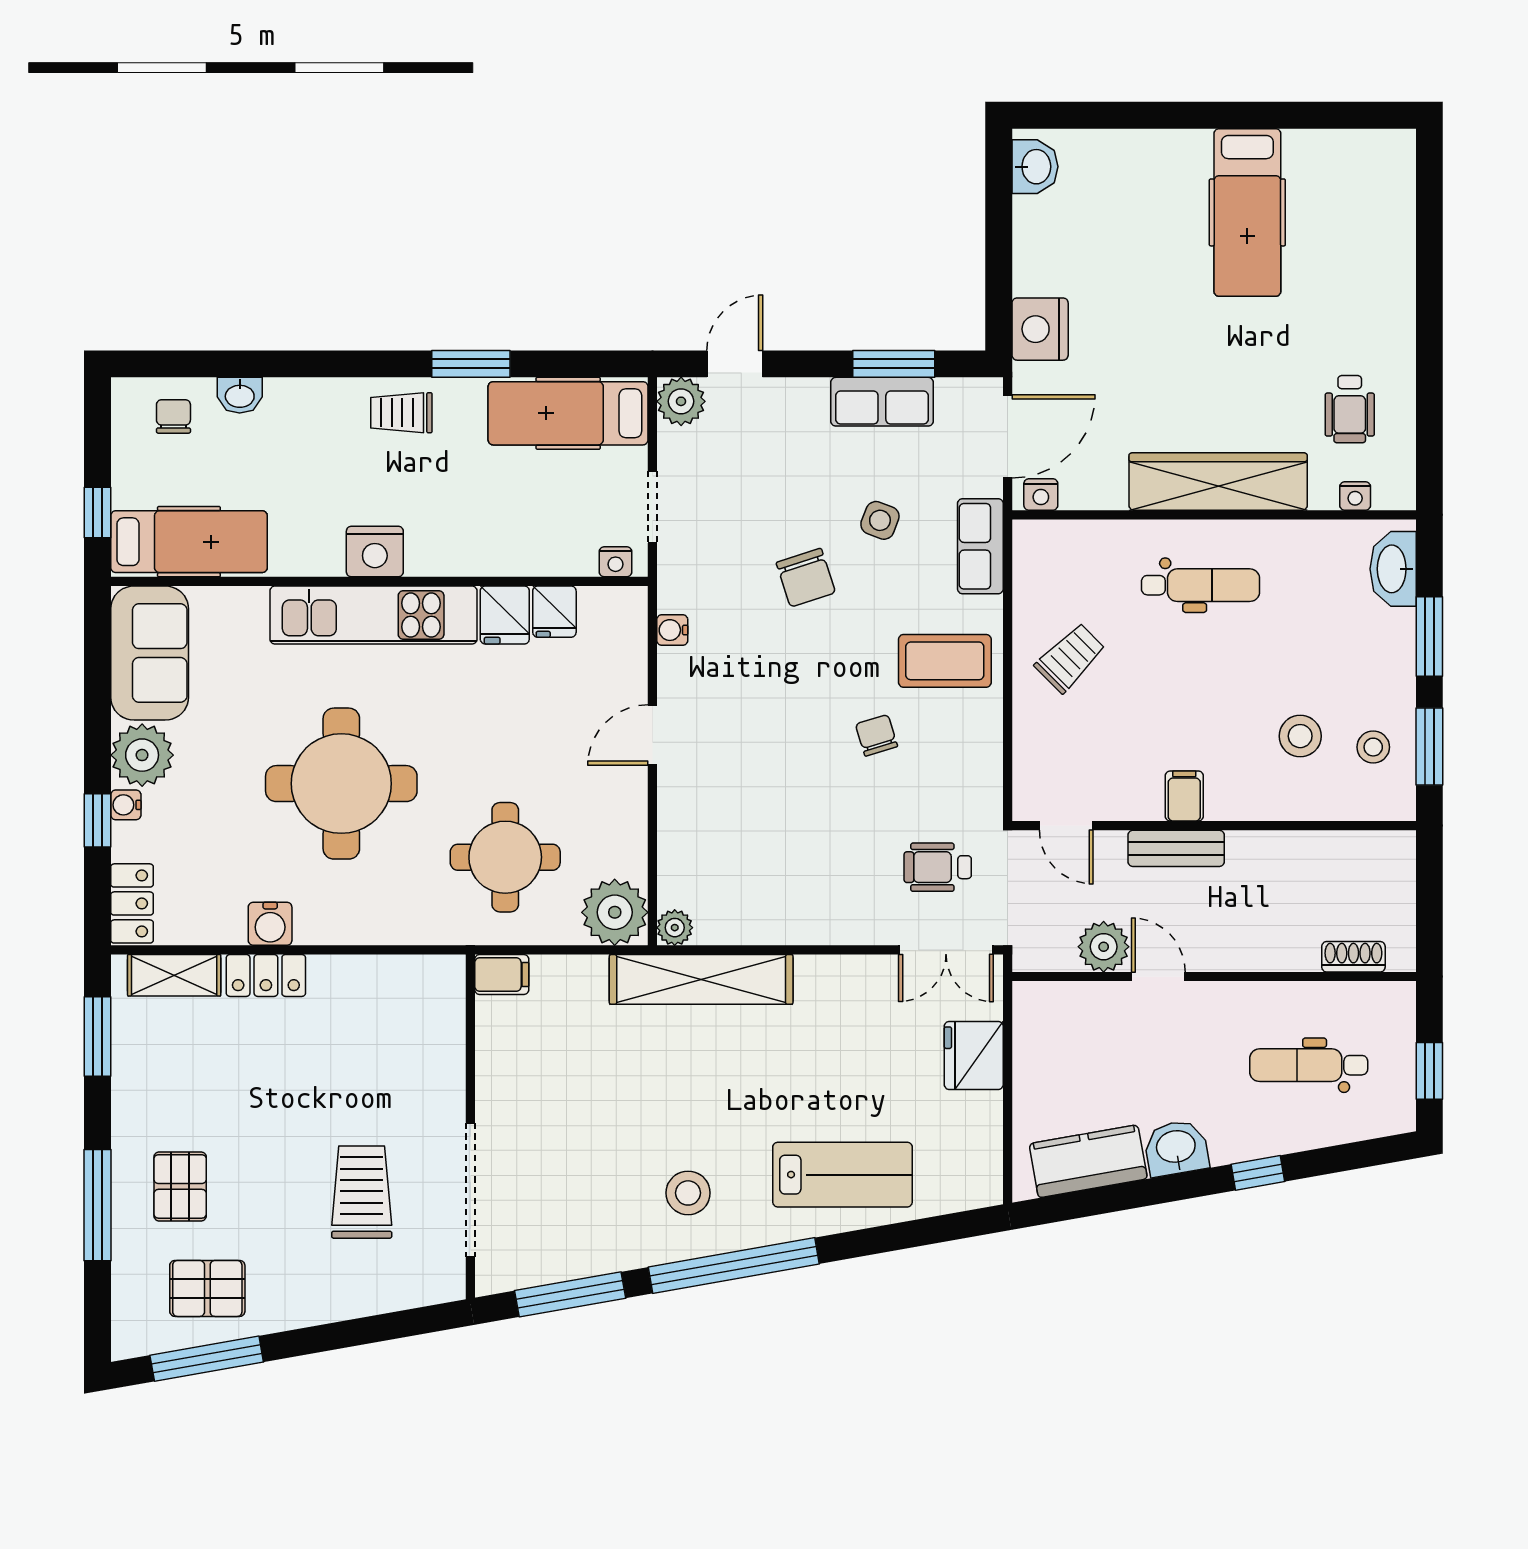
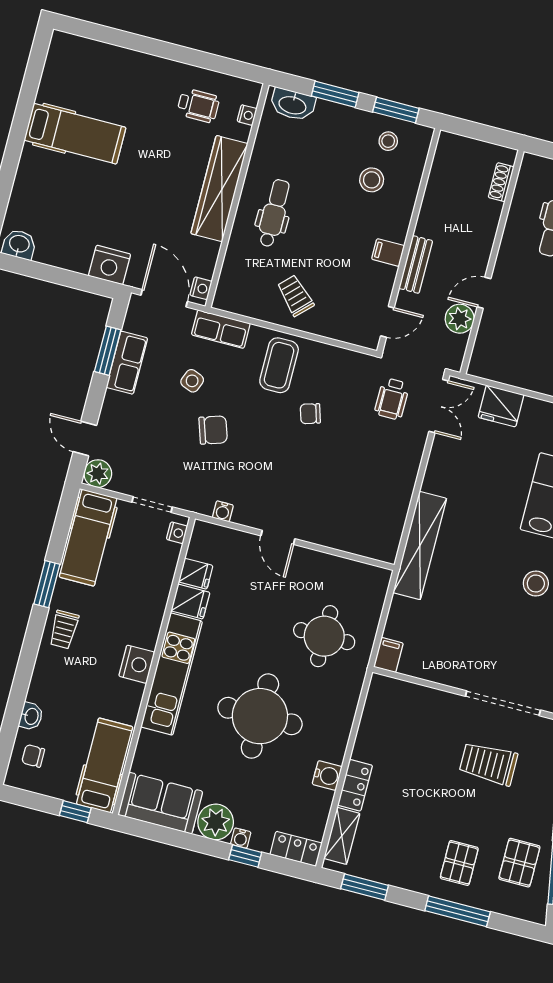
plant: (615, 912) -> (370, 584), removed
plant: (675, 928) -> (387, 553), removed
pallet: (180, 1186) -> (459, 863), turned 90

